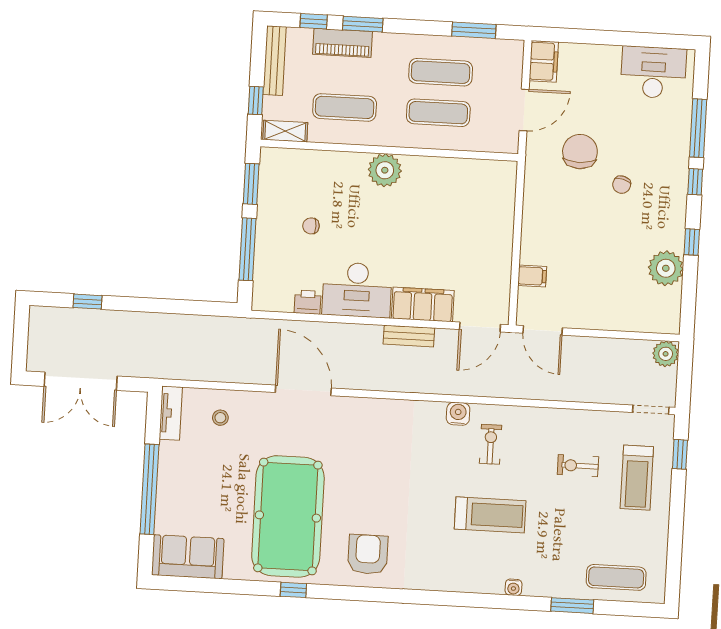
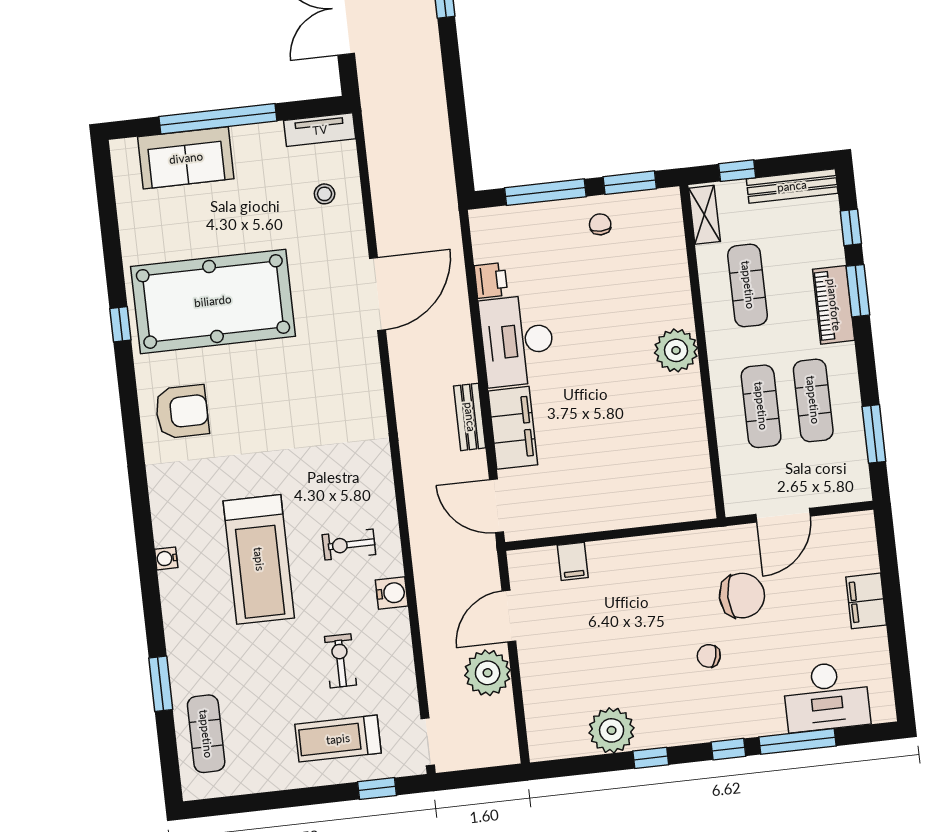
piano: (343, 43) -> (834, 305), moved
filing cabinet: (544, 61) -> (866, 601), moved, turned 90
desk: (653, 72) -> (826, 696), moved, turned 90
door: (524, 110) -> (783, 515), hinge flipped
chair: (311, 226) -> (600, 224), moved
door: (543, 330) -> (509, 616), moved
plant: (666, 354) -> (488, 673), moved, width x1.36, depth x1.36
water cooler: (458, 414) -> (392, 593), moved
exercise bike: (491, 444) -> (349, 545), turned 180
treadmill: (490, 515) -> (259, 559), width x1.37, depth x1.38
sofa: (188, 557) -> (186, 158), moved, turned 90
water cooler: (513, 587) -> (166, 558), moved

